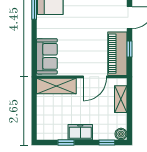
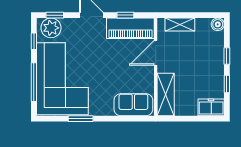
door: (95, 77) -> (156, 53), swing flipped
freezer: (80, 132) -> (211, 107), moved, turned 90
window: (107, 143) -> (227, 56), moved

